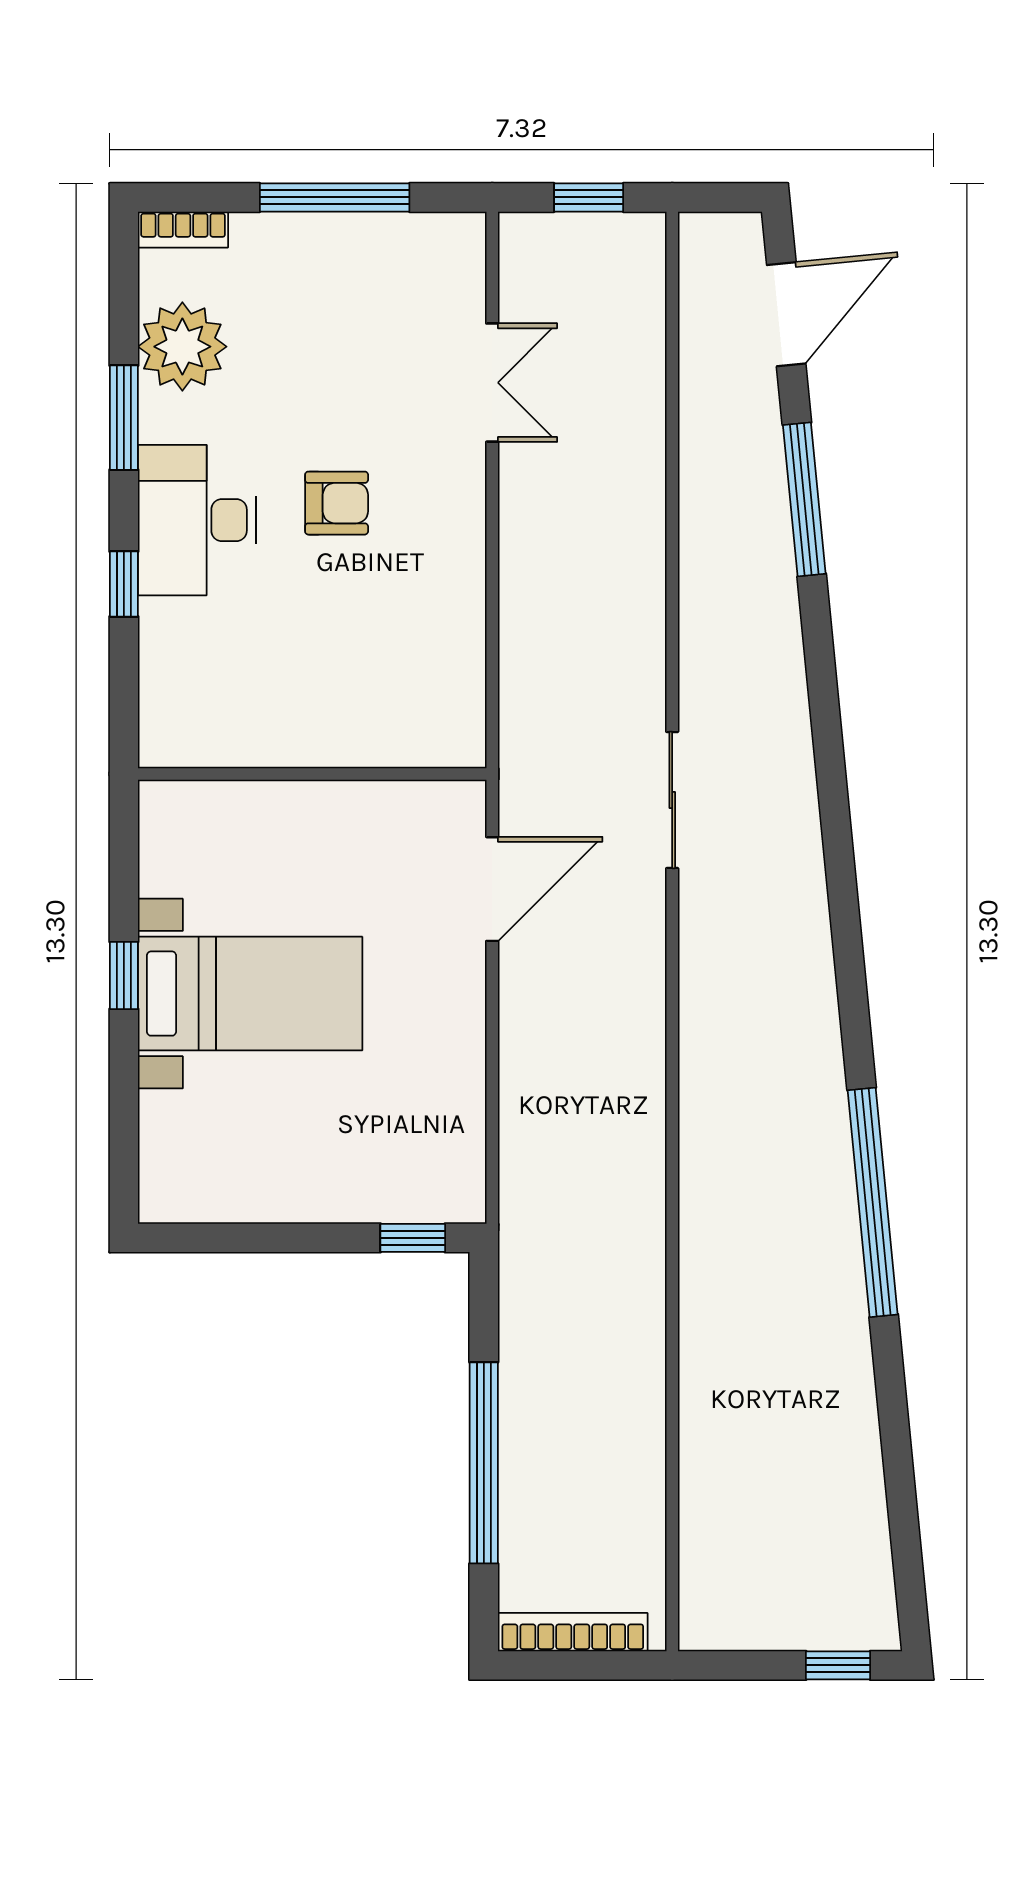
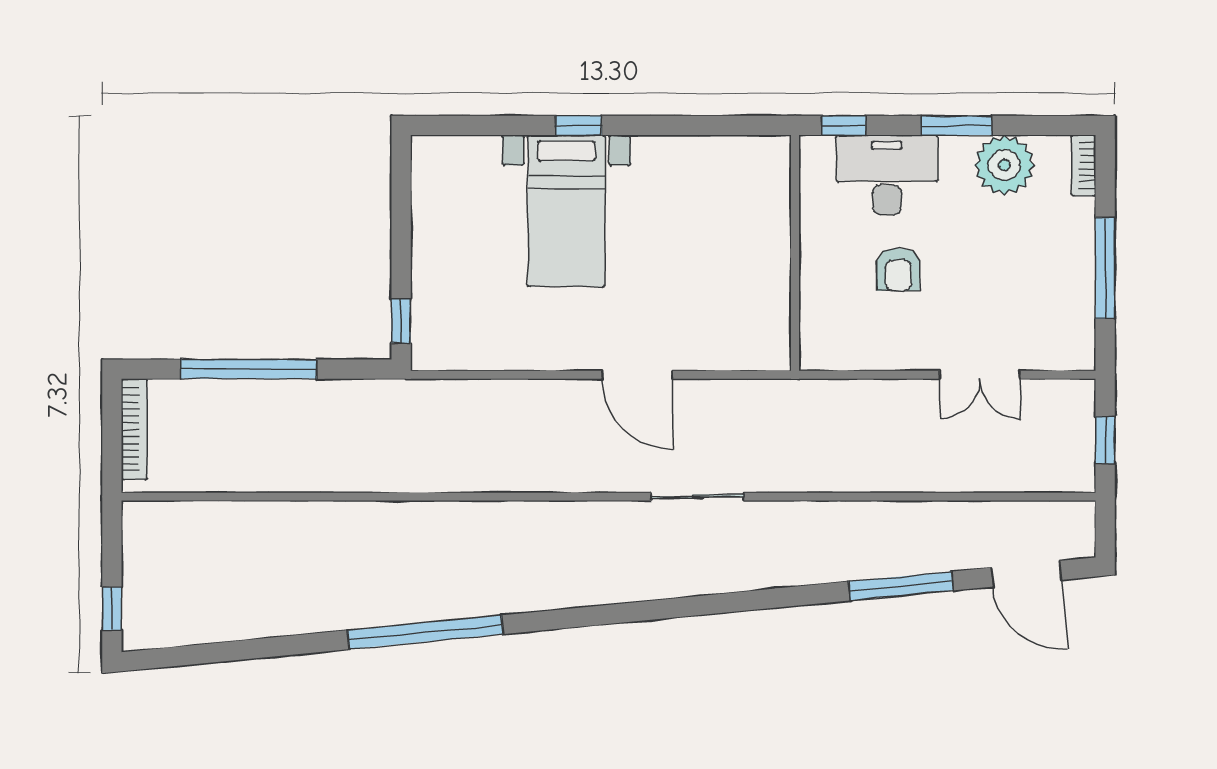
wall: (312, 774) -> (795, 253), moved

